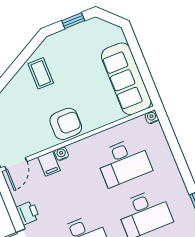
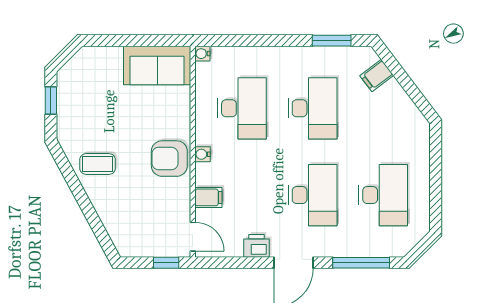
sofa: (126, 79) -> (157, 65), width x0.73
armchair: (66, 124) -> (169, 159), turned -90
water cooler: (61, 154) -> (203, 154), moved

